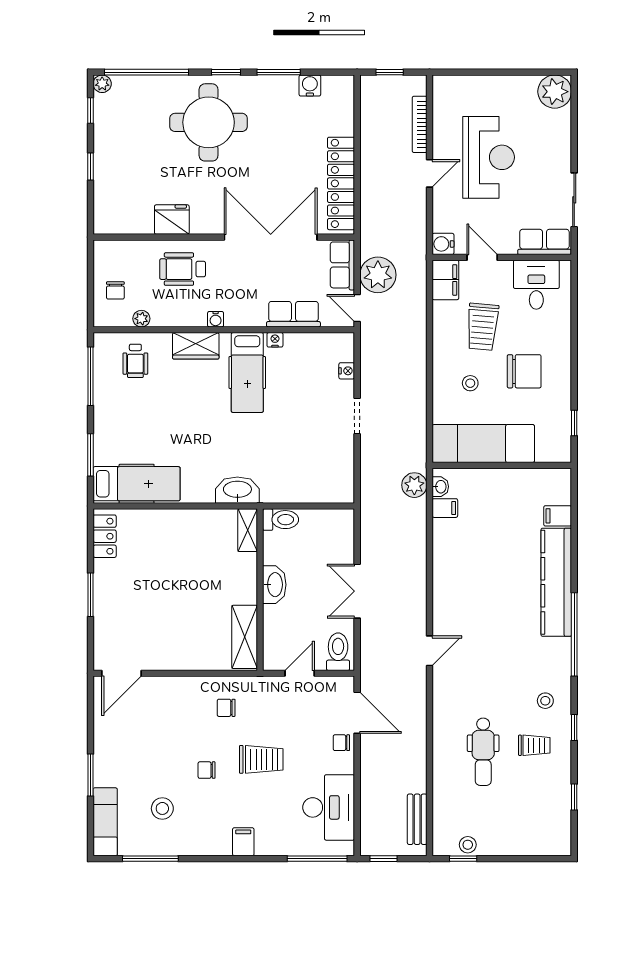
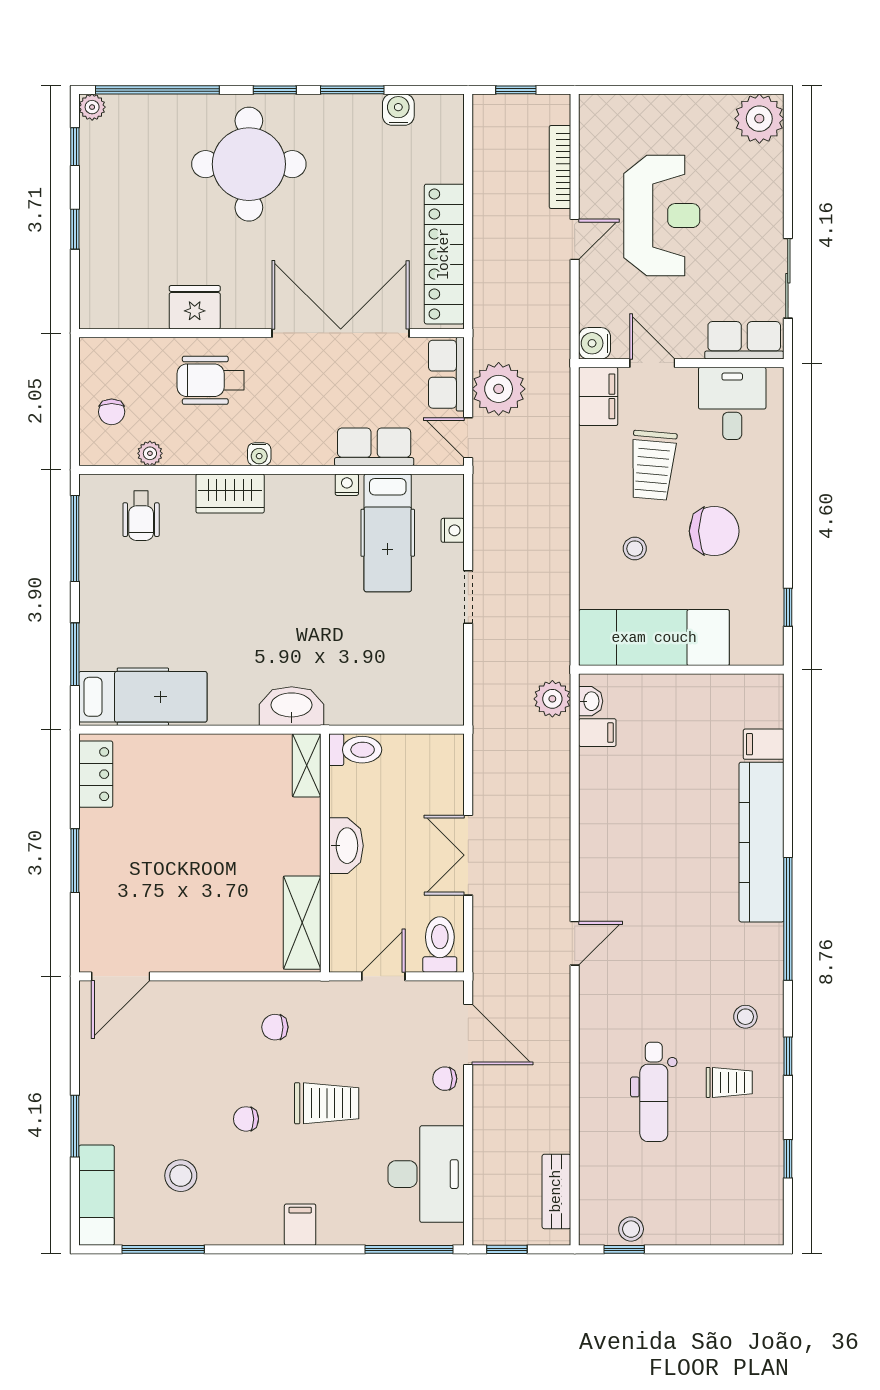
hospital bed: (247, 373) -> (388, 533), moved

